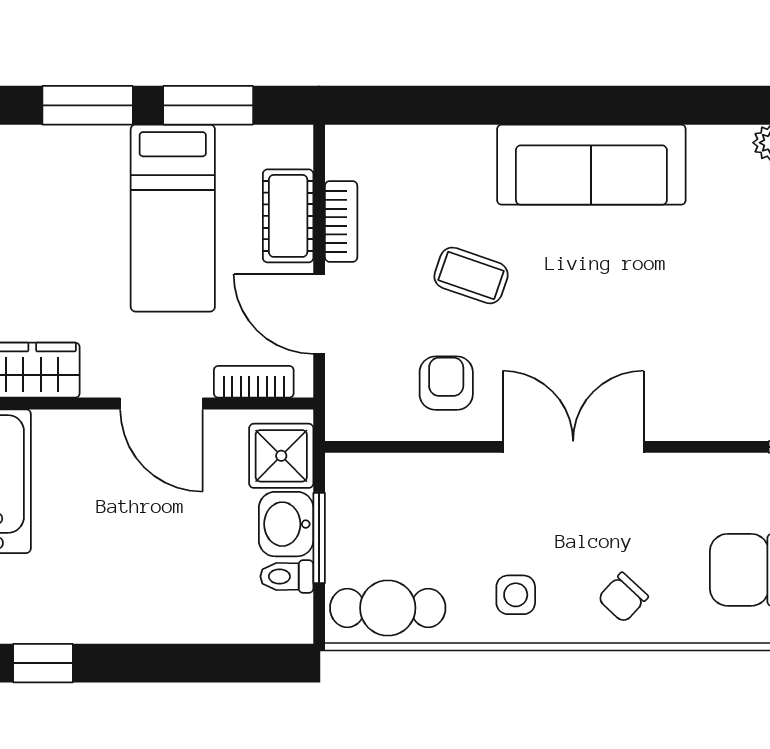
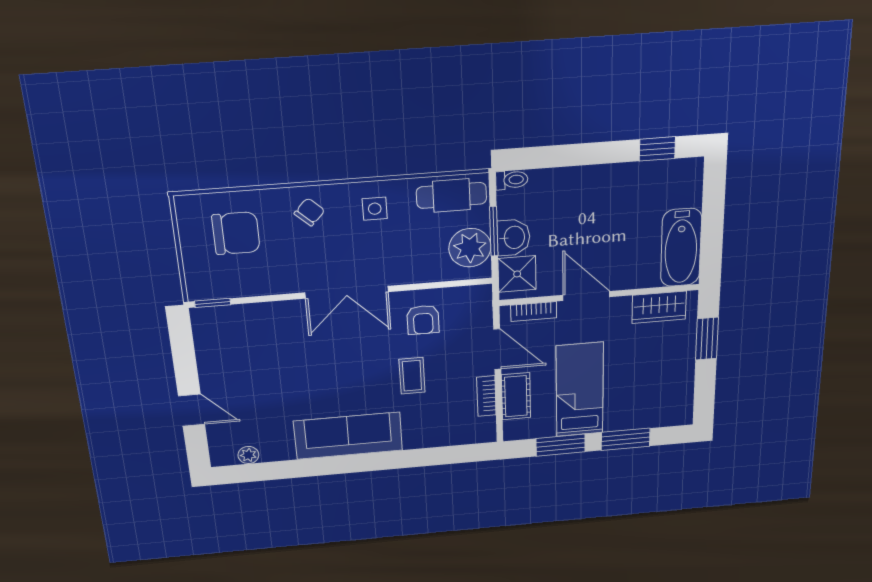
coffee table: (471, 275) -> (412, 376), turned 71
plant: (360, 511) -> (470, 248), added
toilet: (287, 576) -> (512, 180), moved

